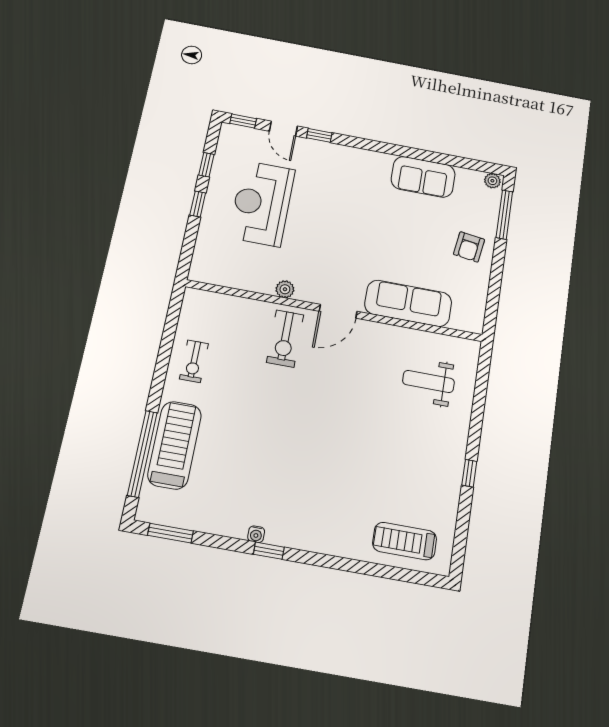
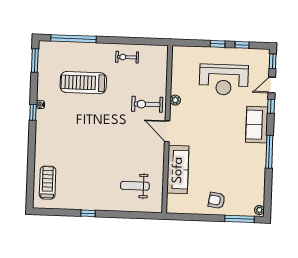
window: (396, 150) -> (269, 152), added
sofa: (423, 177) -> (257, 125), moved
reception desk: (262, 203) -> (224, 80), turned 180
weight bench: (428, 381) -> (135, 186), turned -90
treadmill: (175, 445) -> (83, 83), moved, turned 180

